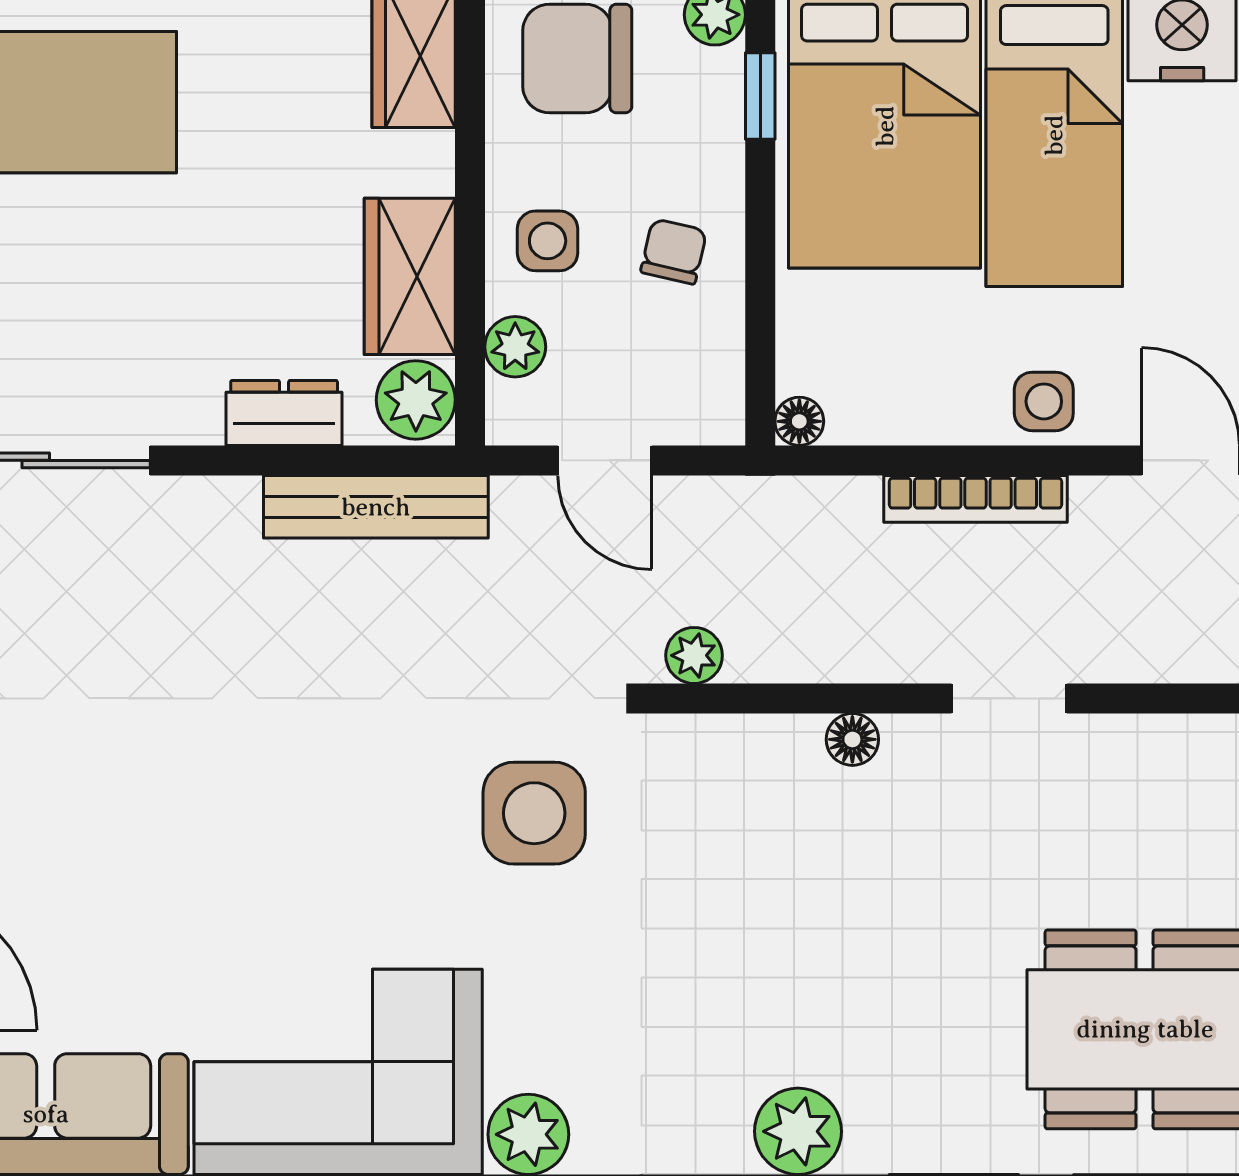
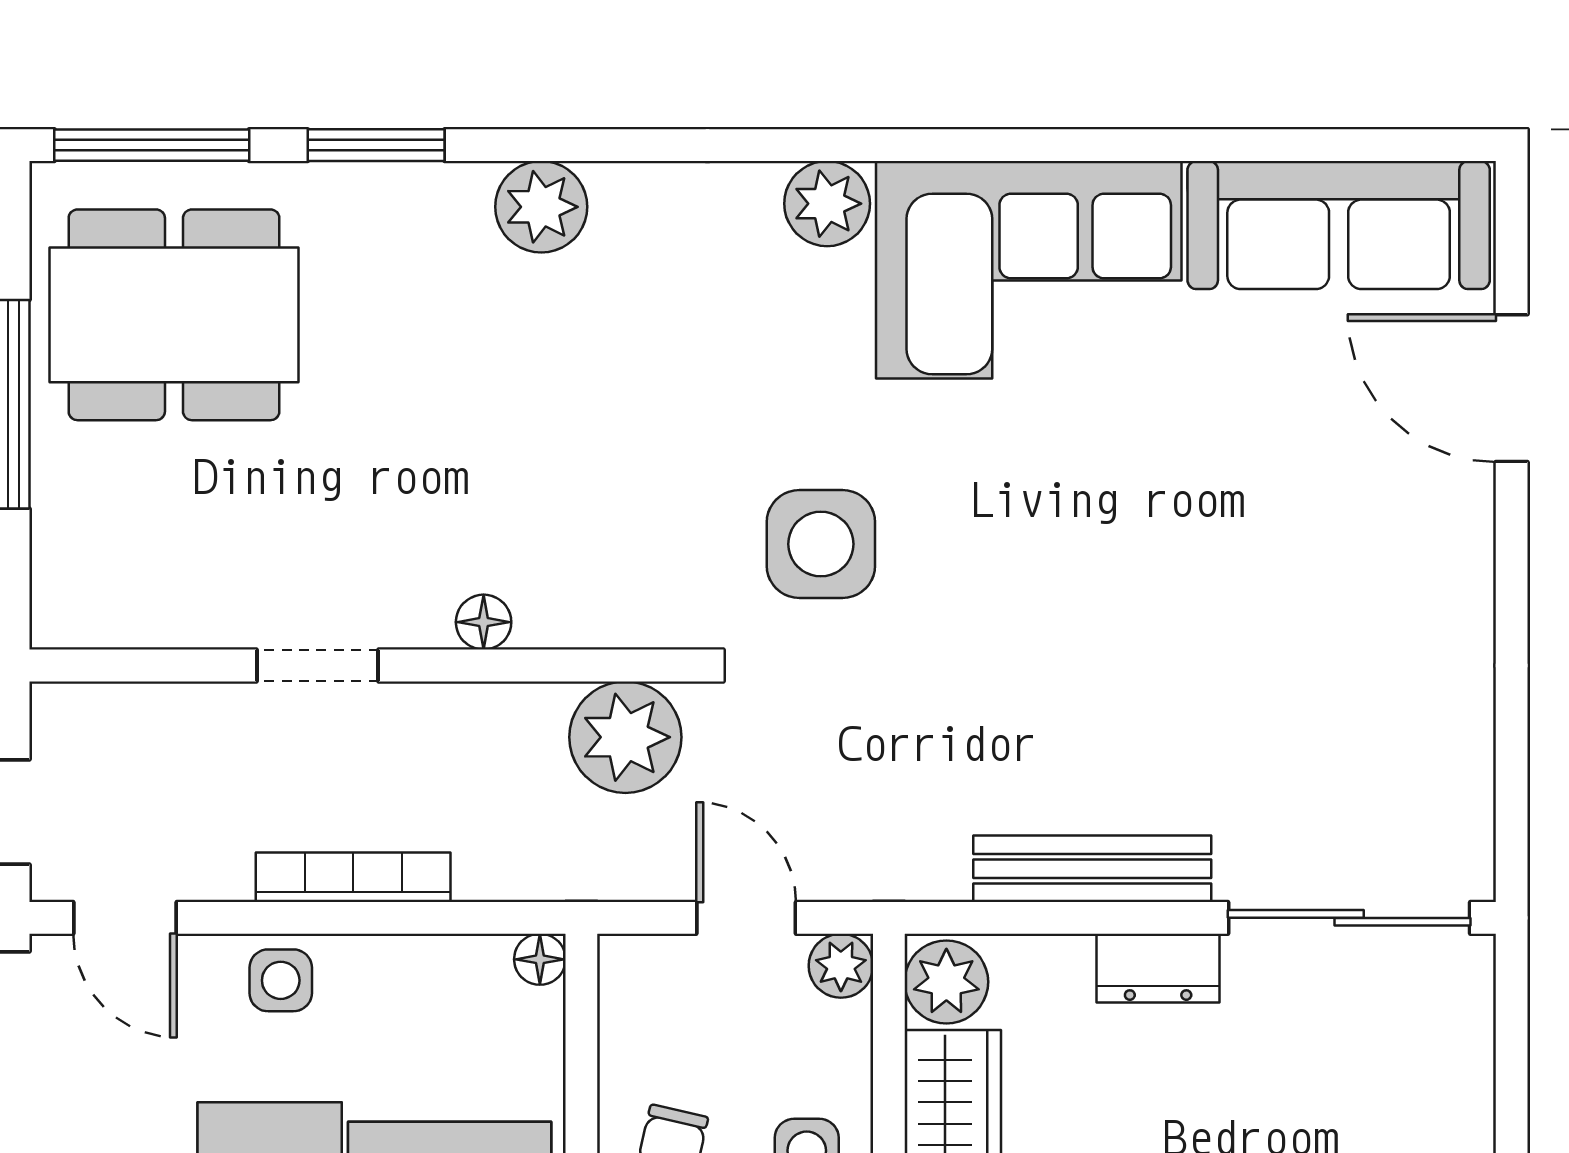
plant: (515, 347) -> (841, 966), moved
dresser: (284, 413) -> (1158, 968), moved
bench: (376, 507) -> (1092, 869), moved
plant: (694, 655) -> (625, 737), width x1.88, depth x1.88

